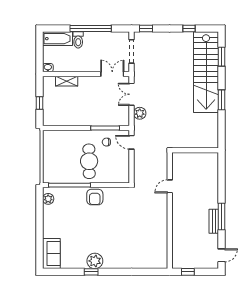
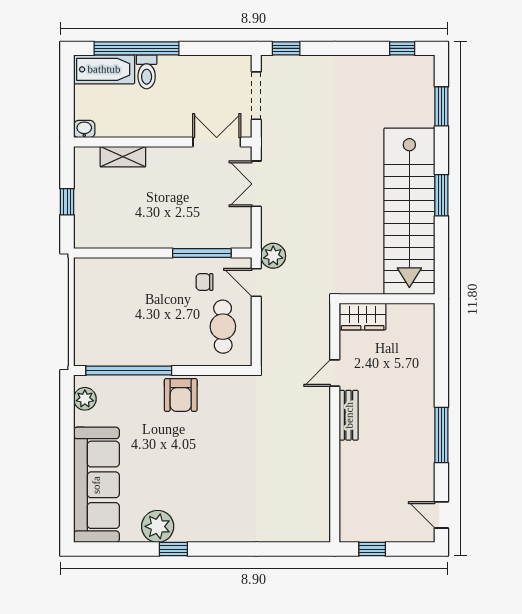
window: (91, 28) -> (136, 48), moved
window: (189, 28) -> (402, 48), moved
stairs: (206, 72) -> (409, 211), moved
plant: (140, 113) -> (273, 256), moved
wardrobe: (183, 159) -> (363, 316), added
cafe table: (89, 161) -> (223, 327), moved, width x0.73, depth x0.74
bench: (214, 221) -> (349, 415), moved
sofa: (51, 254) -> (96, 485), width x1.85, depth x1.27
door: (222, 255) -> (441, 515), swing flipped
plant: (95, 261) -> (158, 526), moved

